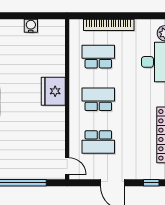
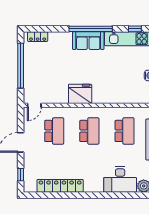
fridge: (53, 91) -> (80, 94), moved
school desk: (98, 142) -> (54, 131), turned 180

